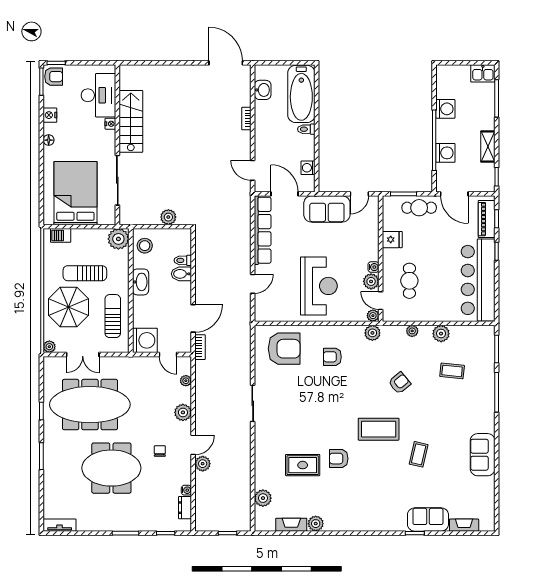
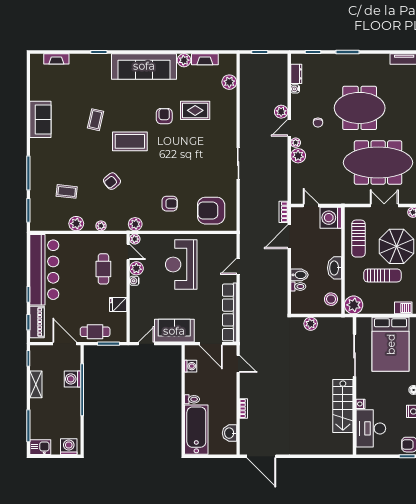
washing machine: (445, 109) -> (69, 447), moved, turned 90
plant: (186, 381) -> (296, 143), moved
armchair: (339, 459) -> (164, 116), turned -90
sofa: (428, 520) -> (144, 66), moved, width x1.85, depth x1.27

